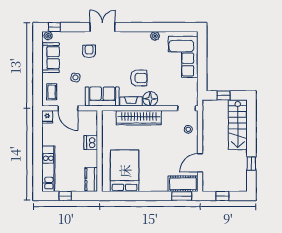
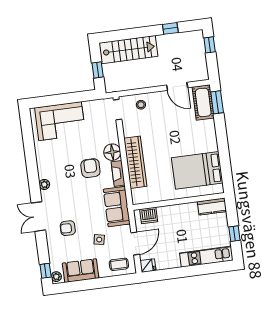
plant: (155, 36) -> (44, 184), moved
dishwasher: (91, 143) -> (149, 215), moved
window: (222, 196) -> (210, 45), moved

